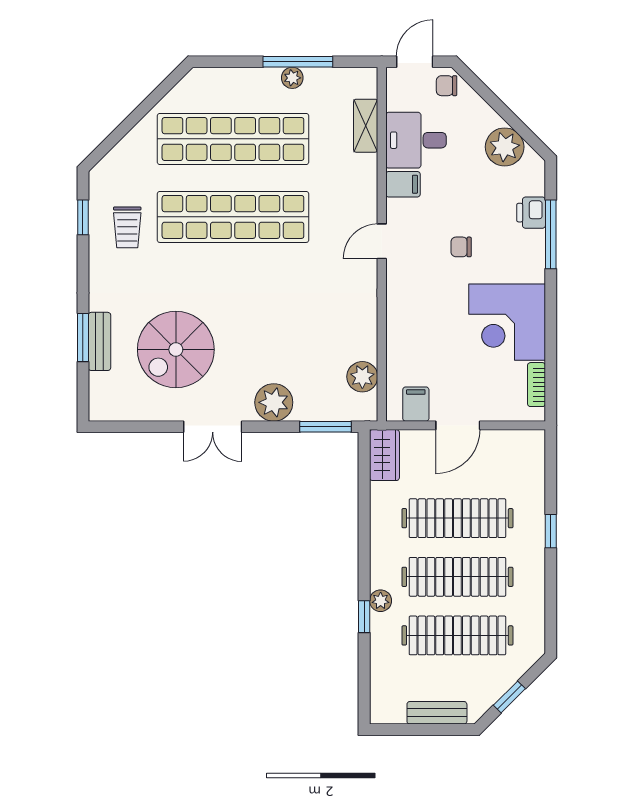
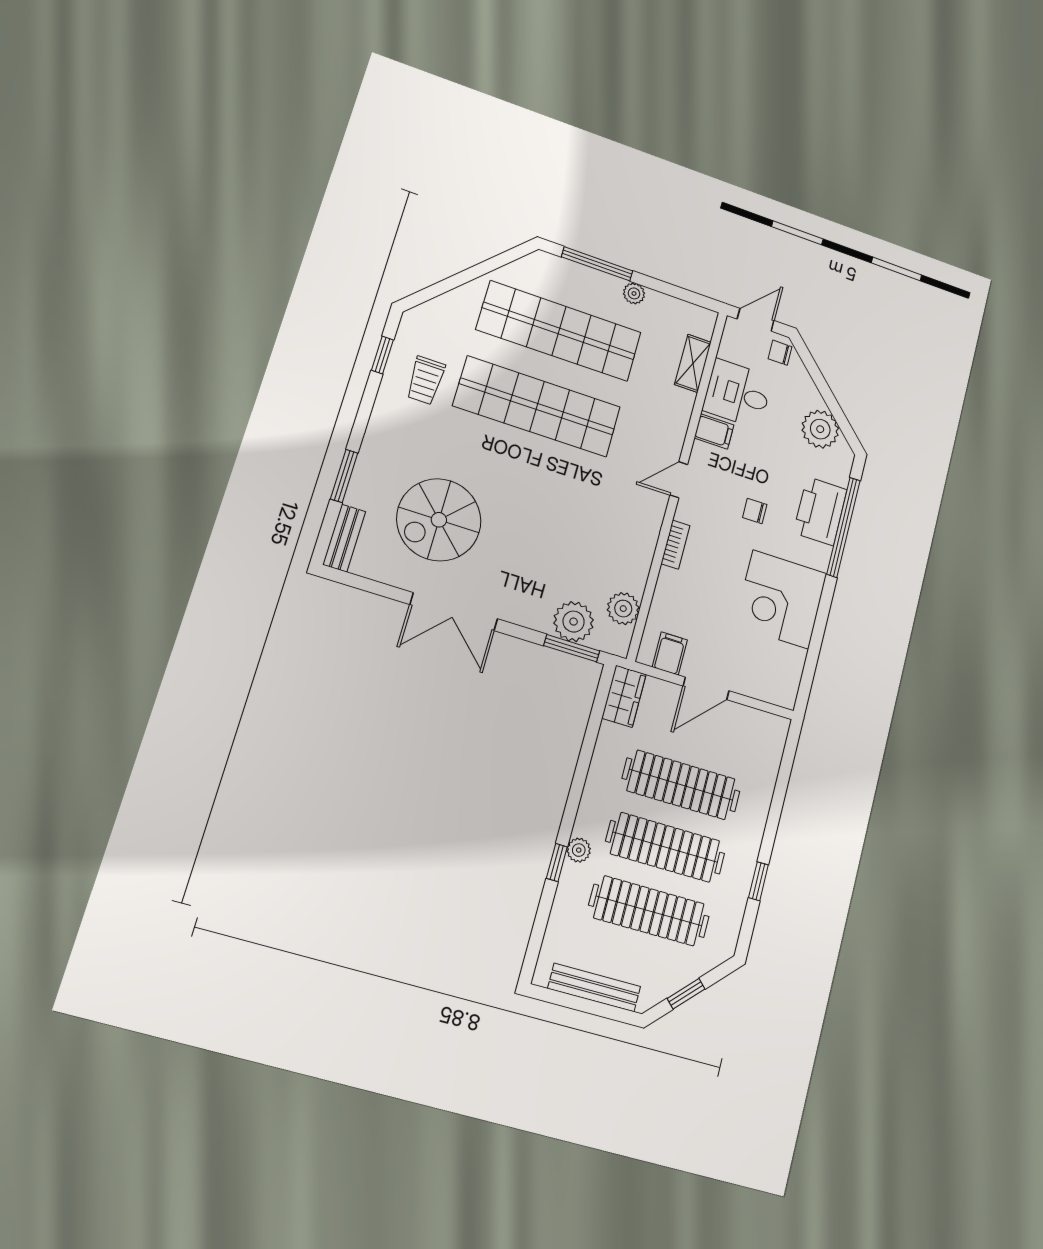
window: (298, 62) -> (597, 264), moved
printer: (531, 213) -> (820, 511), width x1.87, depth x1.48
window: (551, 234) -> (843, 527), width x1.46
bench: (99, 341) -> (344, 538), moved
bookcase: (536, 385) -> (675, 545), moved, turned 180
plant: (274, 402) -> (574, 622), moved
double door: (213, 427) -> (454, 612), width x1.37
window: (551, 531) -> (758, 881), moved
bench: (437, 713) -> (594, 988), width x1.36

